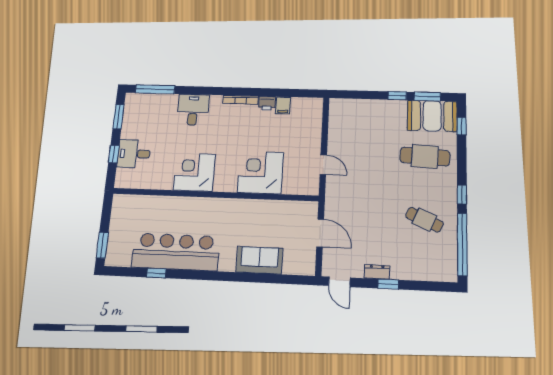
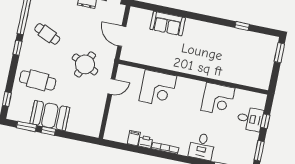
booth: (432, 116) -> (50, 116), moved
door: (323, 165) -> (111, 87), swing flipped
corner desk: (194, 172) -> (218, 99), moved
round table: (364, 187) -> (85, 64), added
bar counter: (176, 252) -> (227, 39), removed

